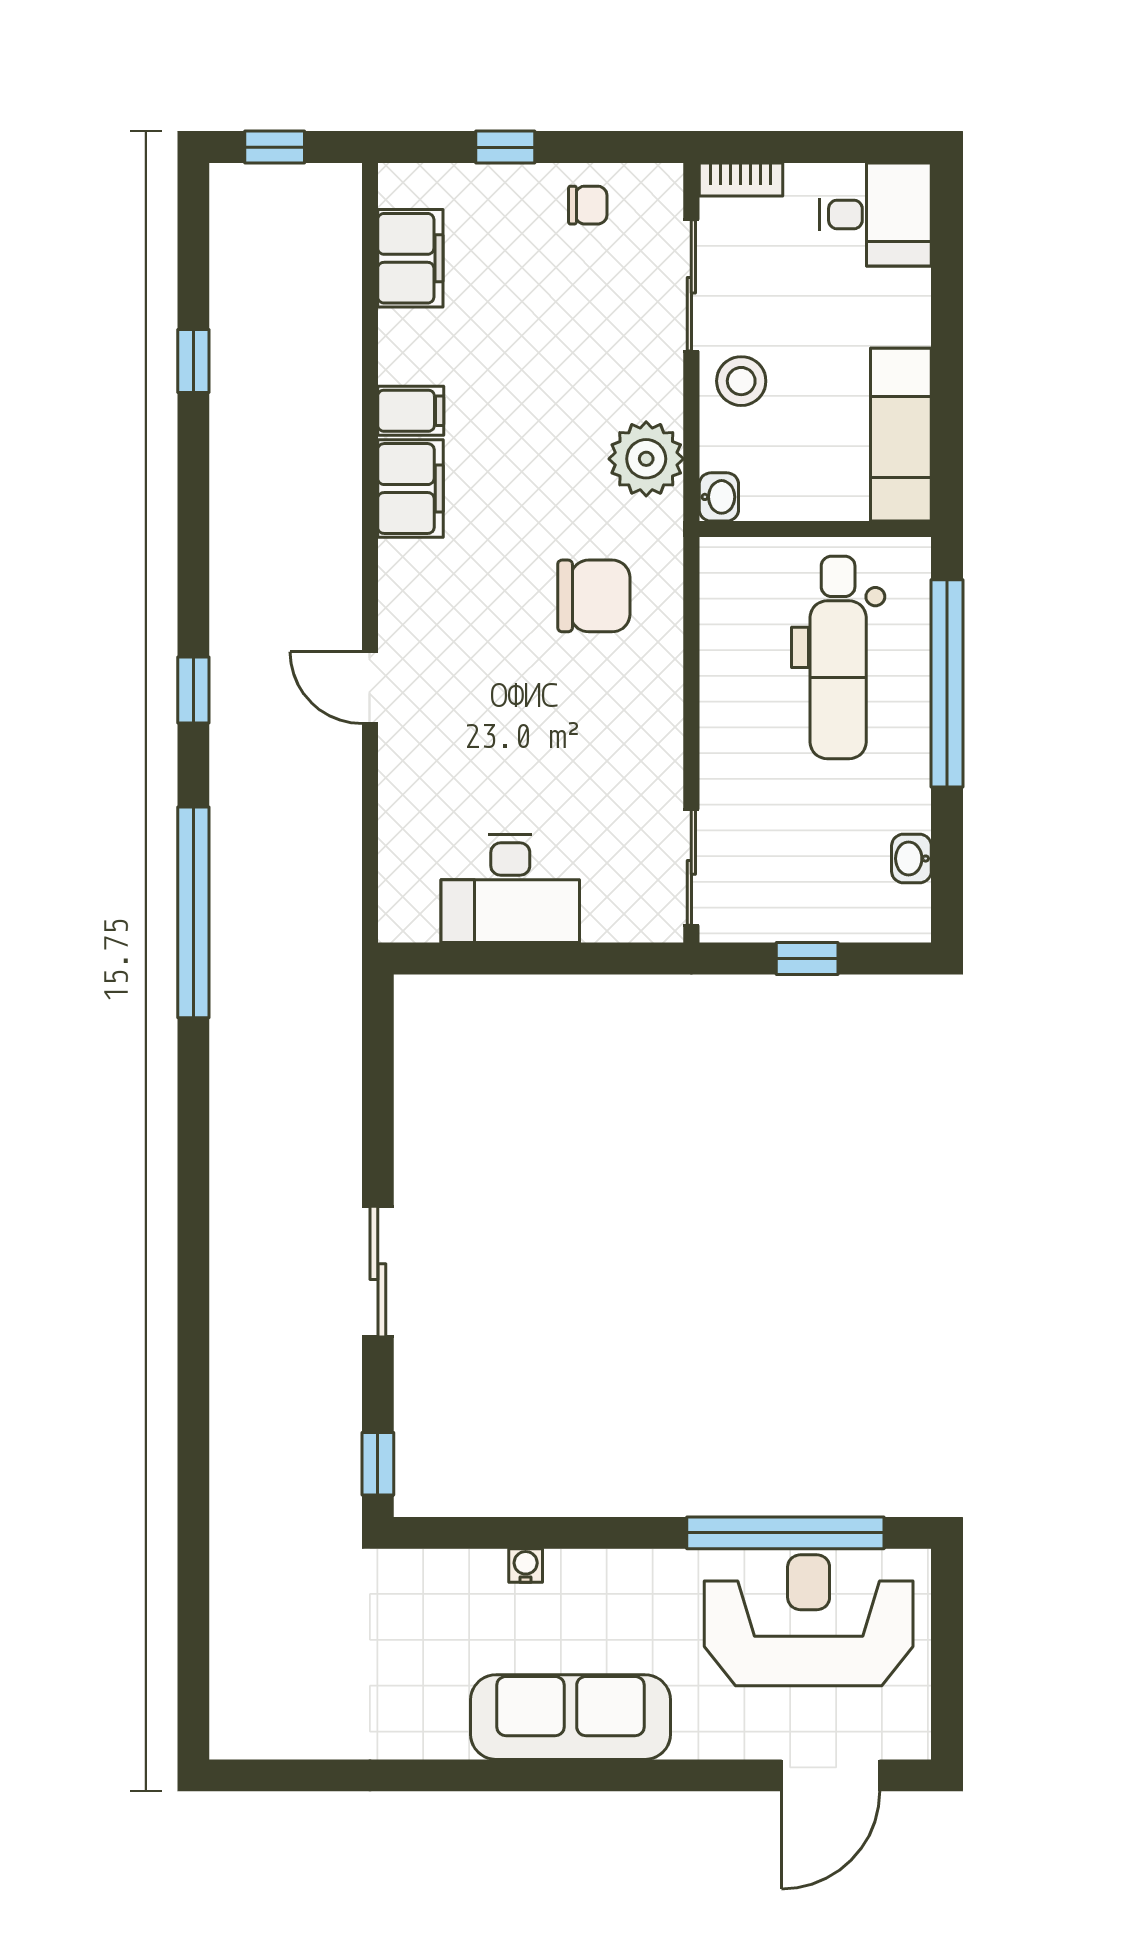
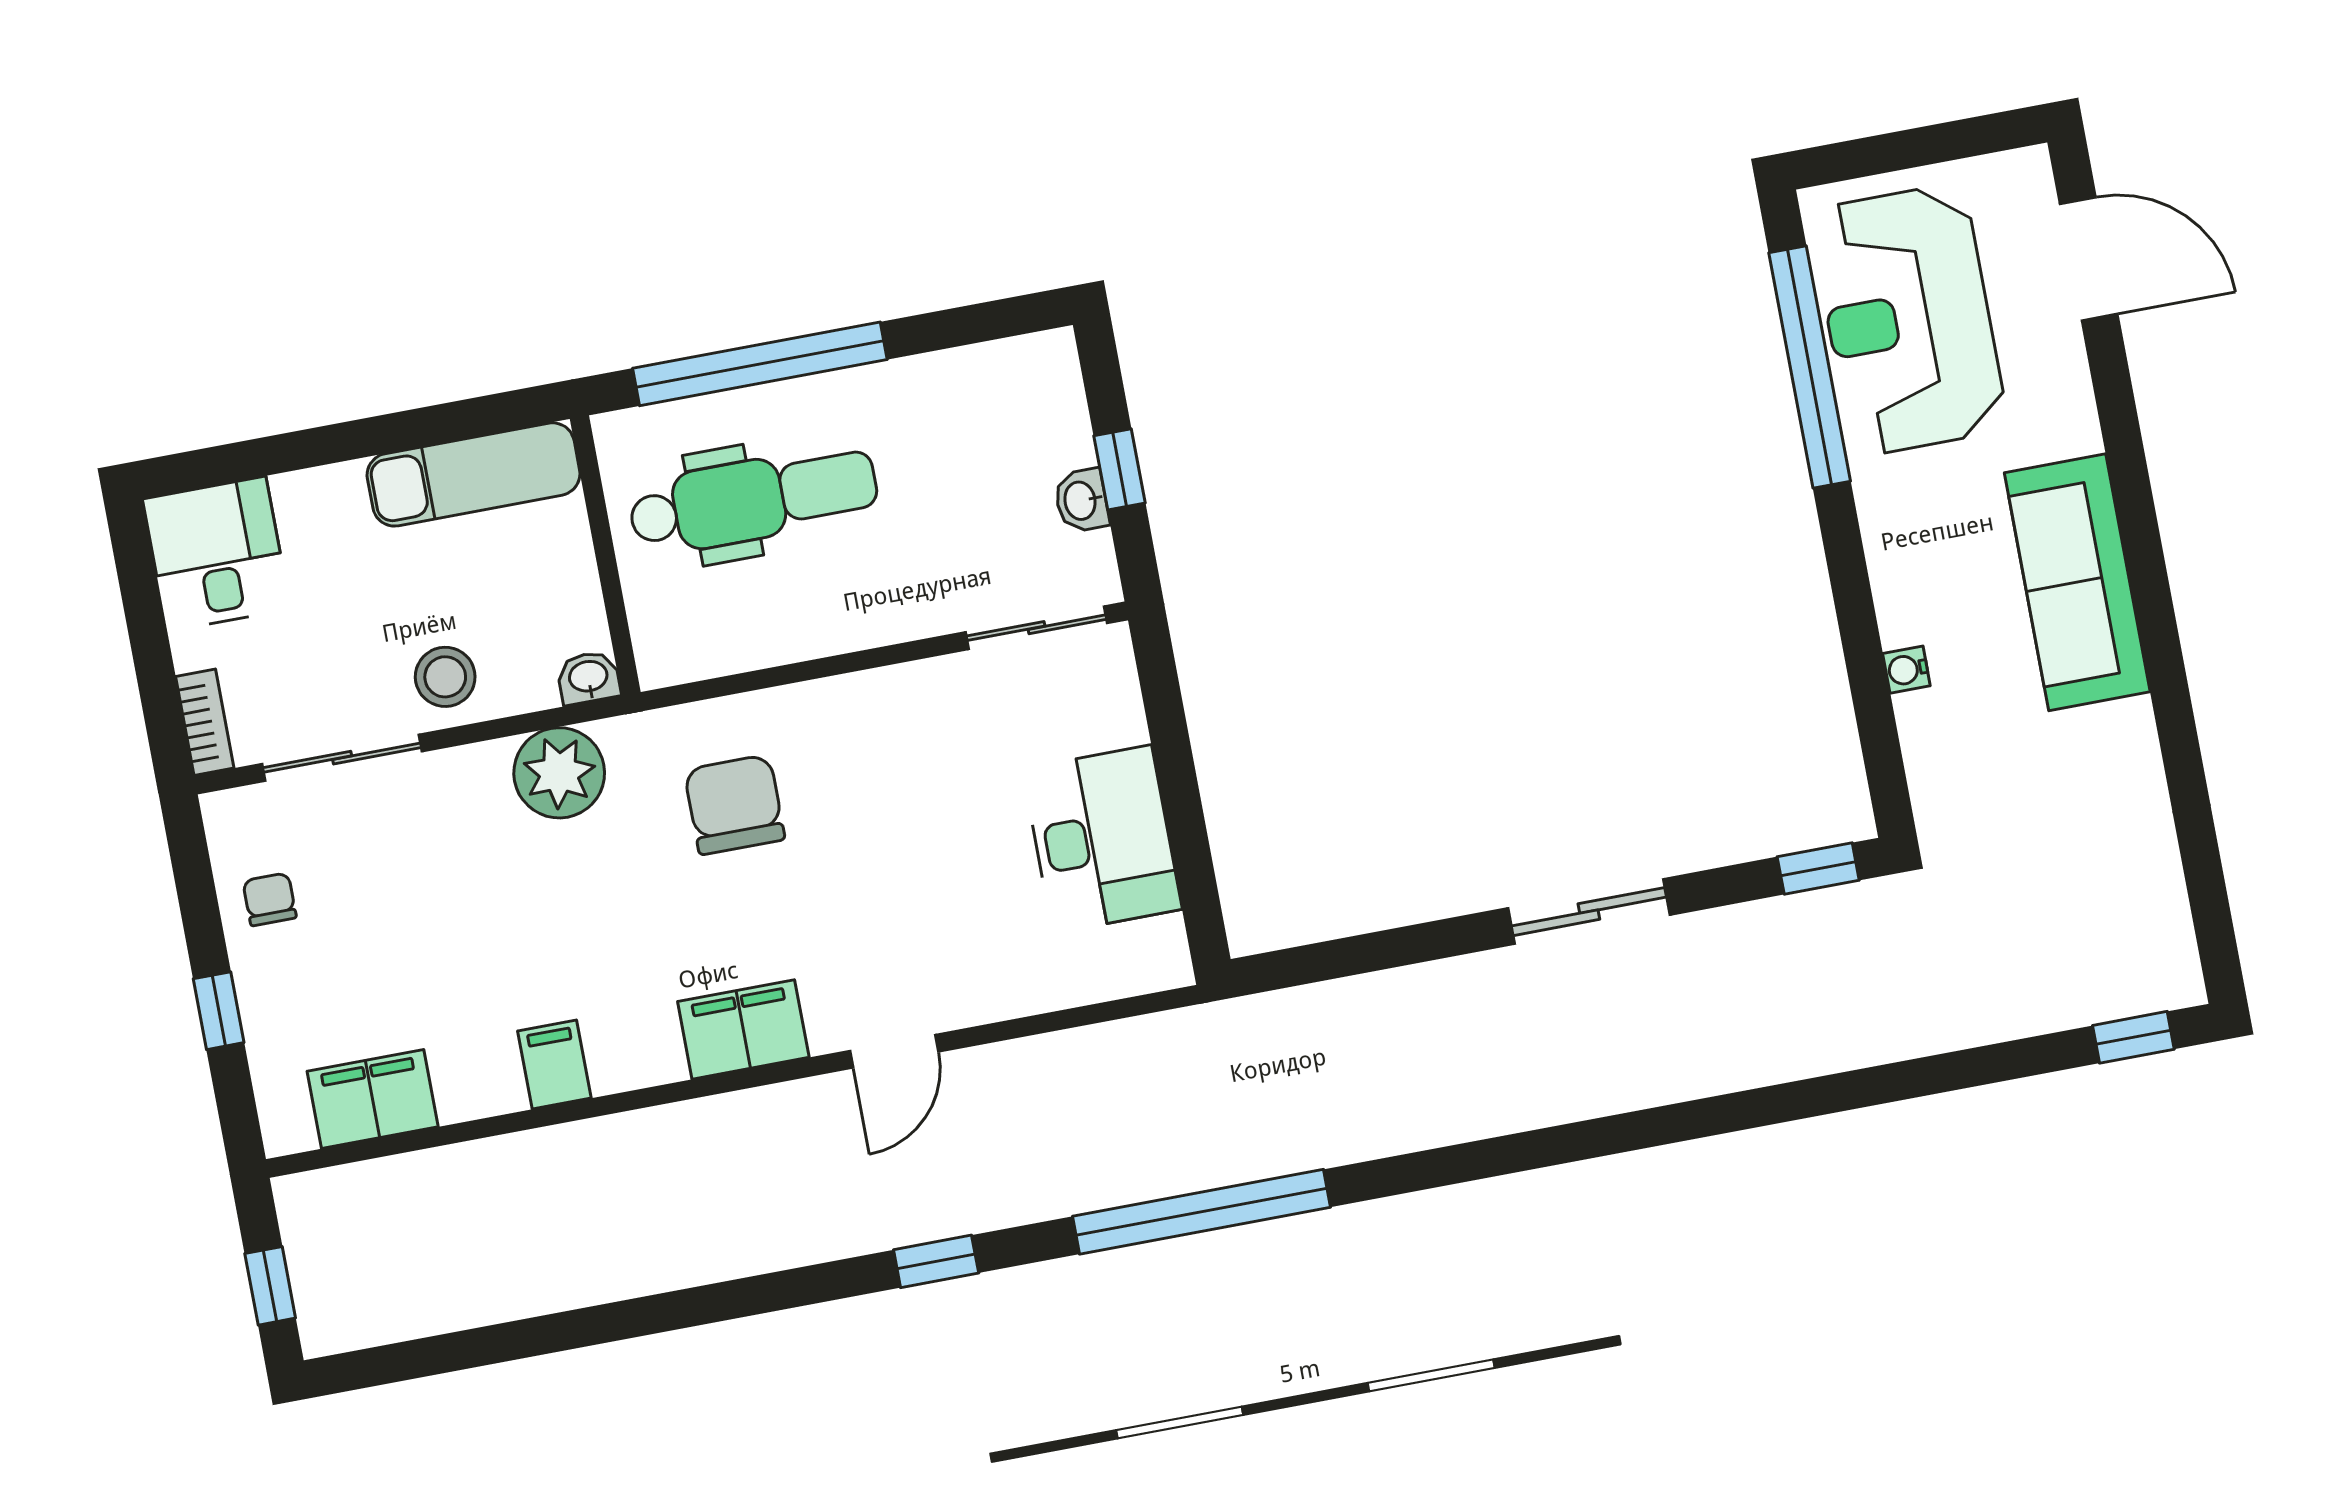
window: (193, 361) -> (2133, 1037), moved
filing cabinet: (411, 489) -> (743, 1029), moved
washbasin: (911, 859) -> (1081, 500), moved, turned 90

